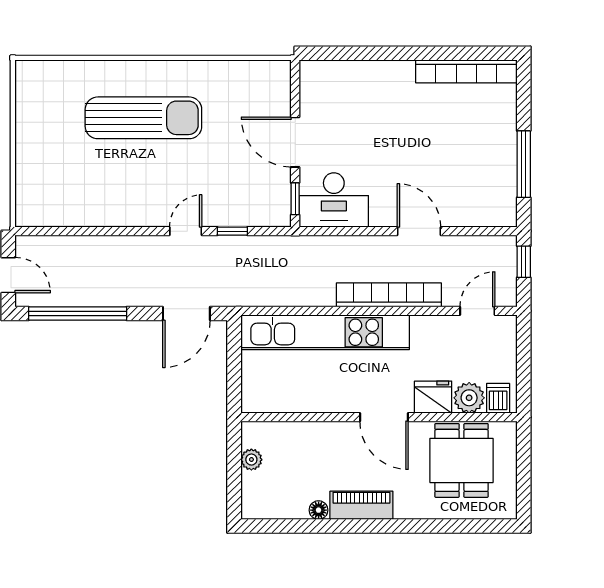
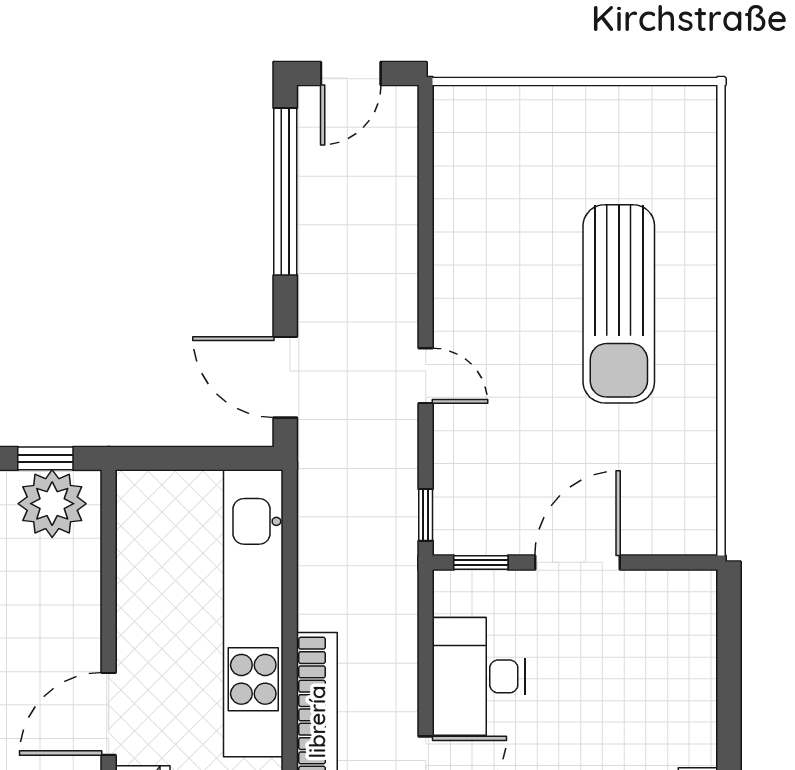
desk: (334, 200) -> (479, 676), moved
window: (232, 231) -> (426, 515), moved
window: (234, 454) -> (45, 458), added
plant: (251, 460) -> (52, 504), width x1.88, depth x1.88

